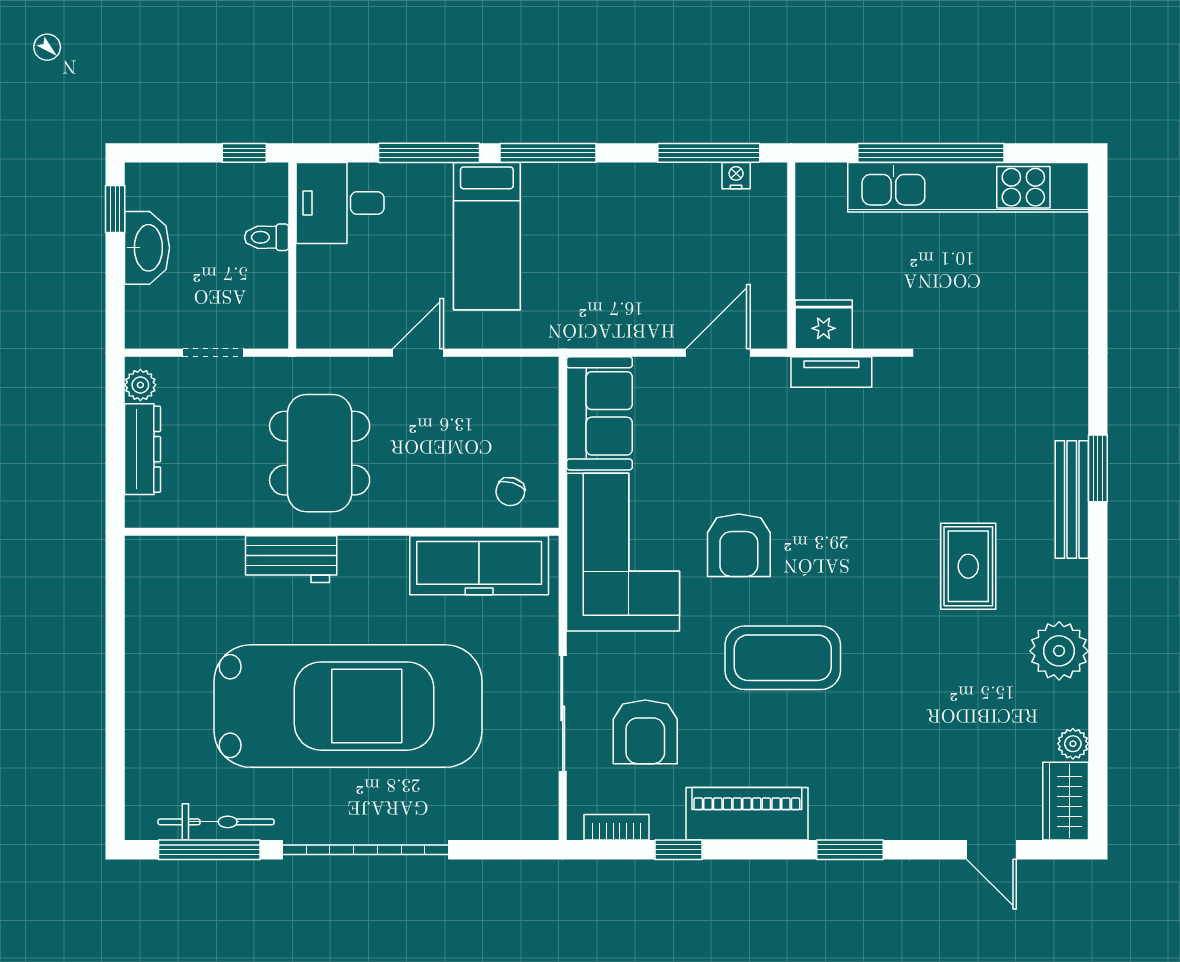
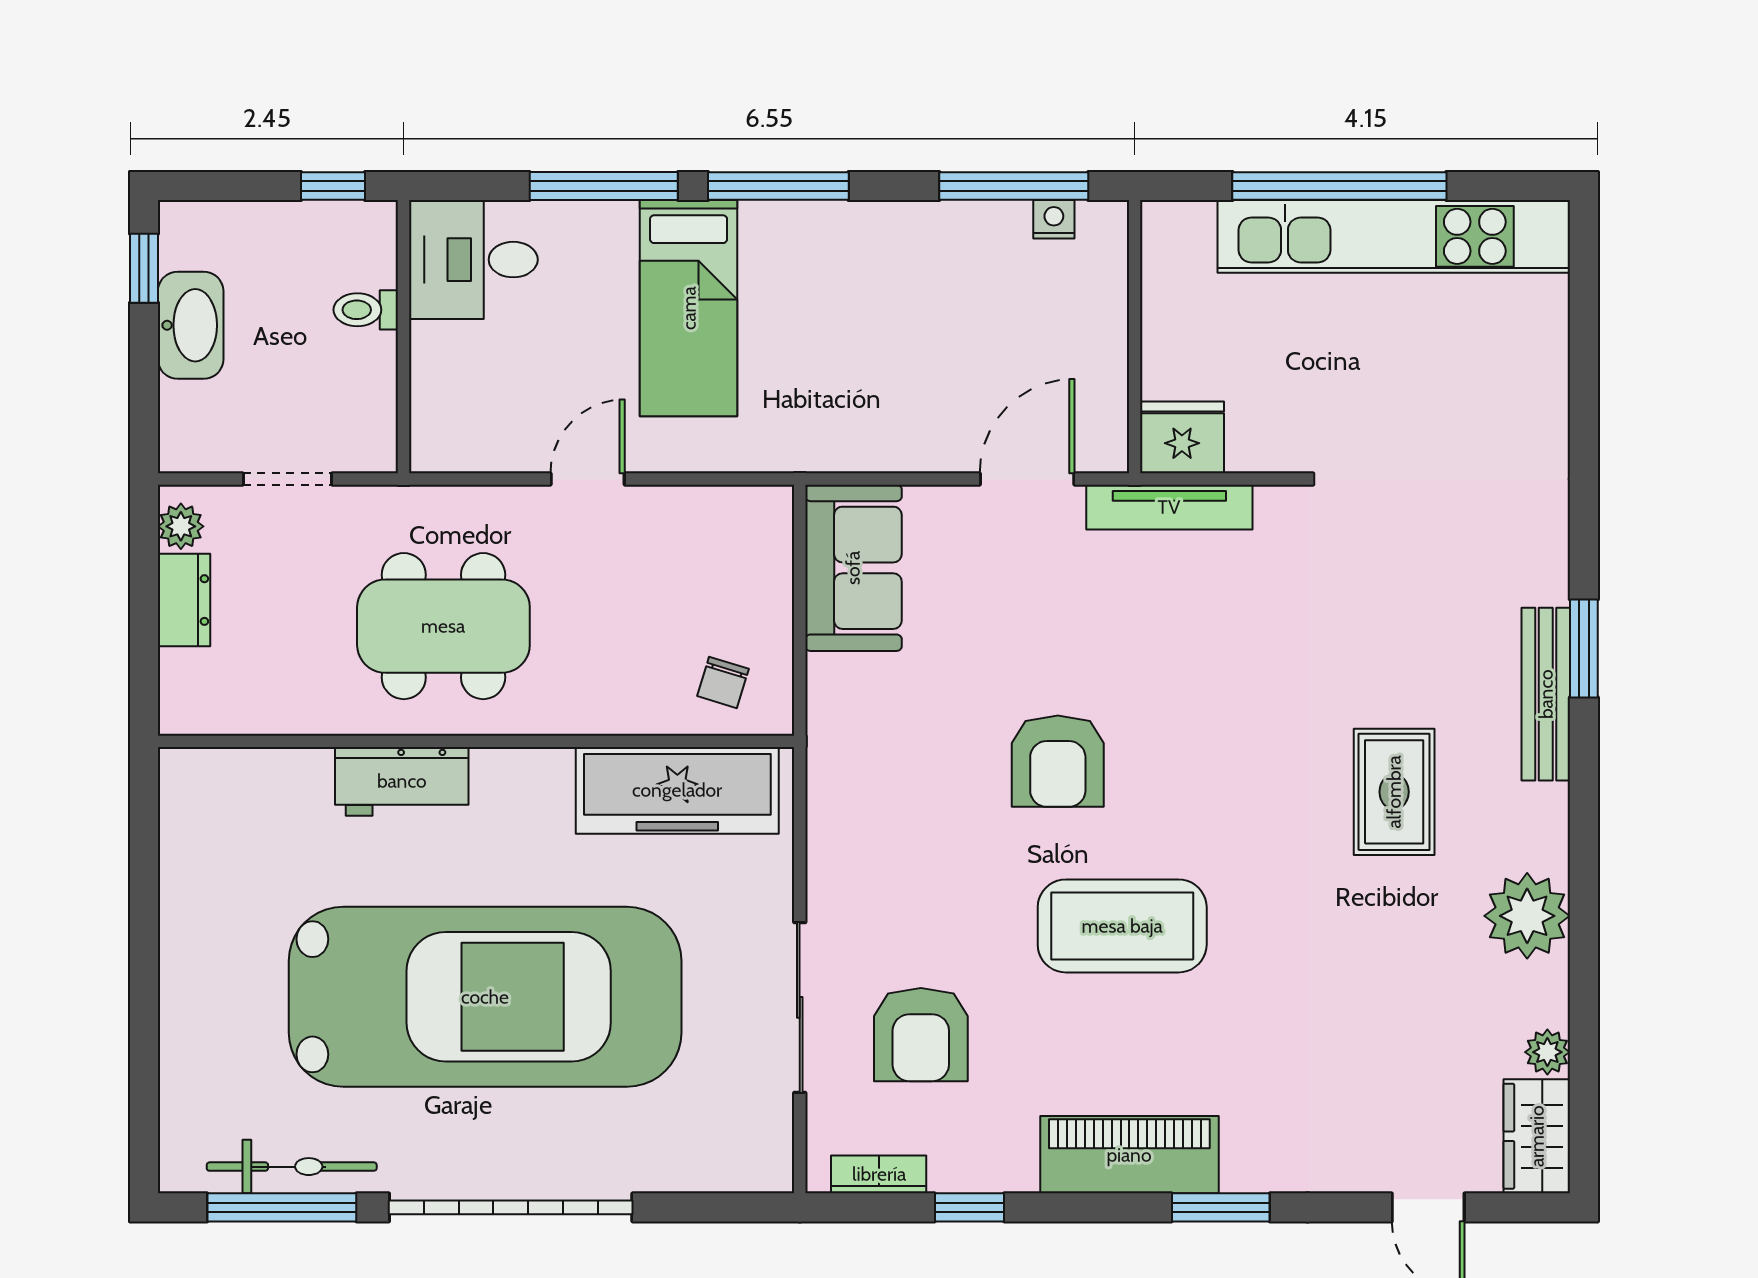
tv unit: (831, 372) -> (1169, 507), width x1.41
dresser: (143, 449) -> (184, 600), width x0.70
dining table: (320, 453) -> (443, 626), turned 90
corner sofa: (623, 552) -> (888, 771), removed
piano: (747, 814) -> (1129, 1155), moved

